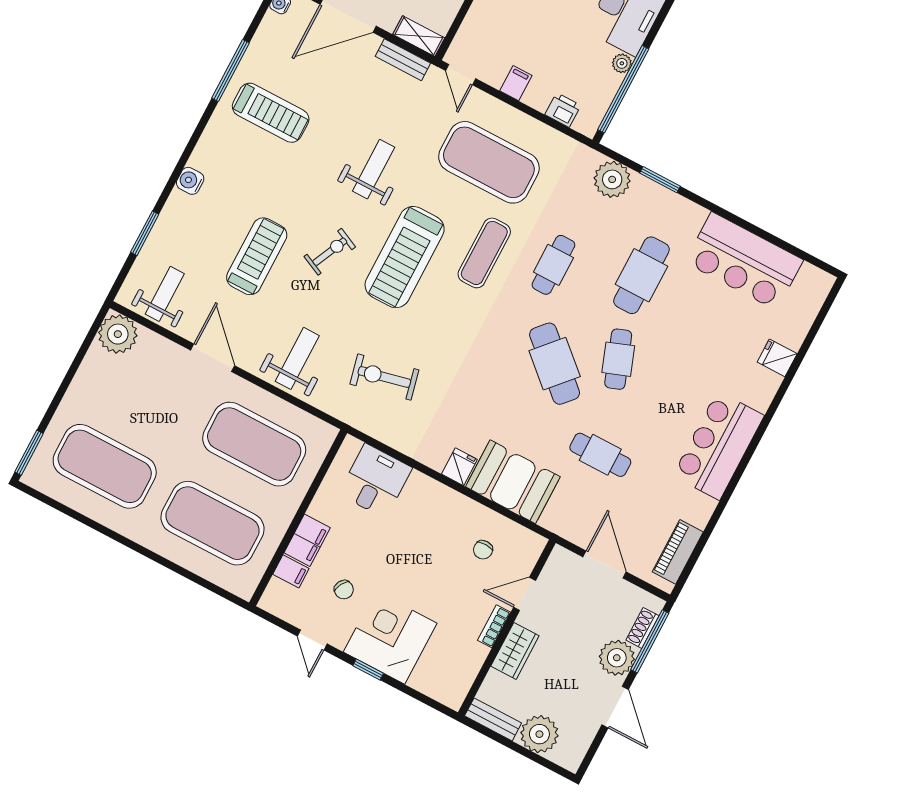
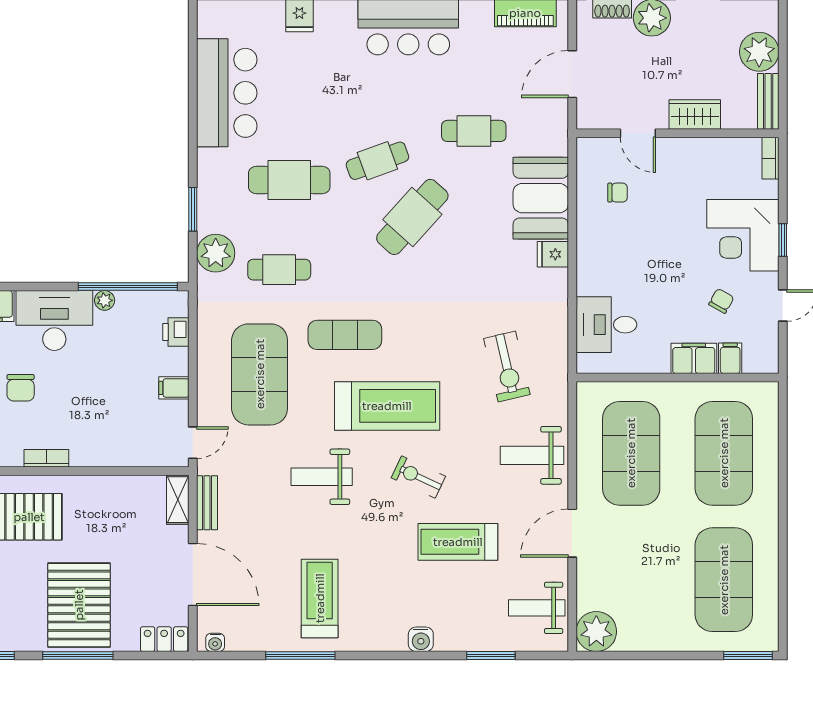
cafe table: (553, 265) -> (279, 270), moved
cafe table: (600, 455) -> (474, 131), turned 90
bookcase: (494, 626) -> (770, 158), moved, turned 90

